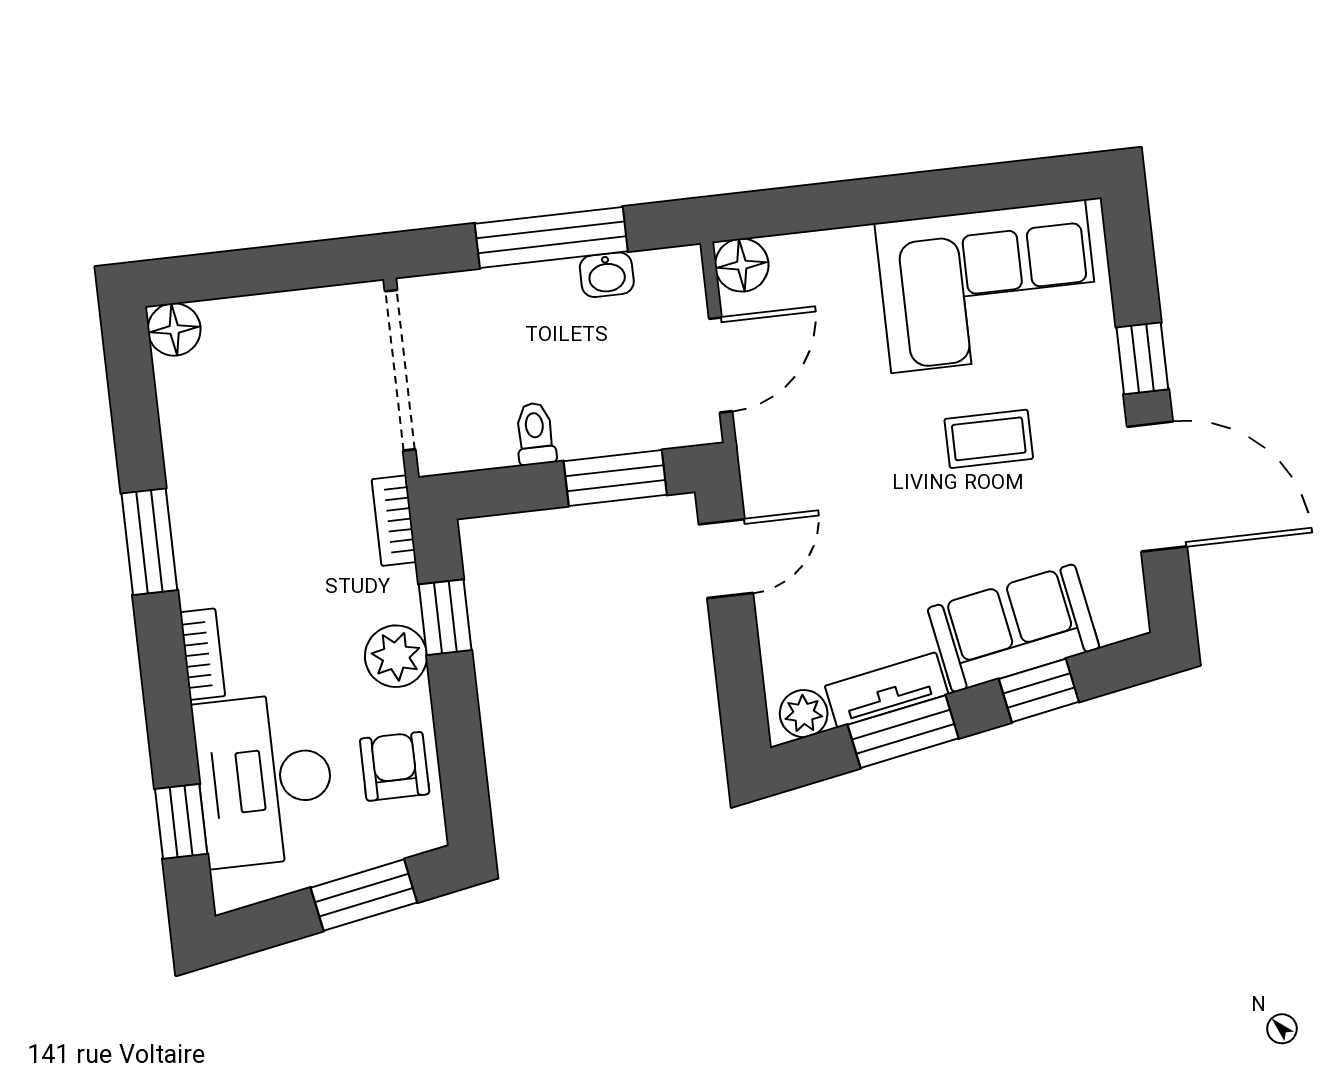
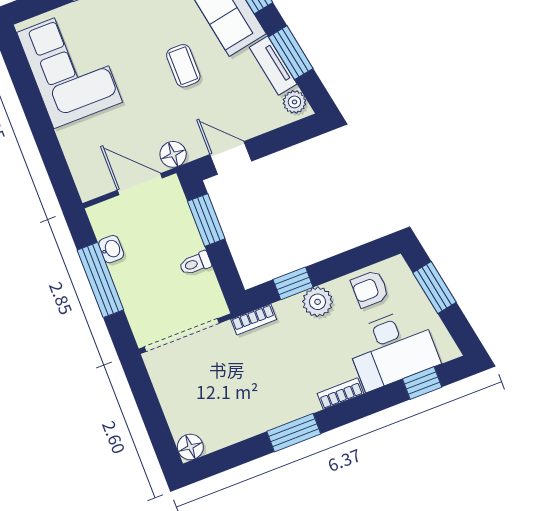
floor lamp: (742, 265) -> (173, 154), moved
coffee table: (989, 439) -> (183, 66), moved

